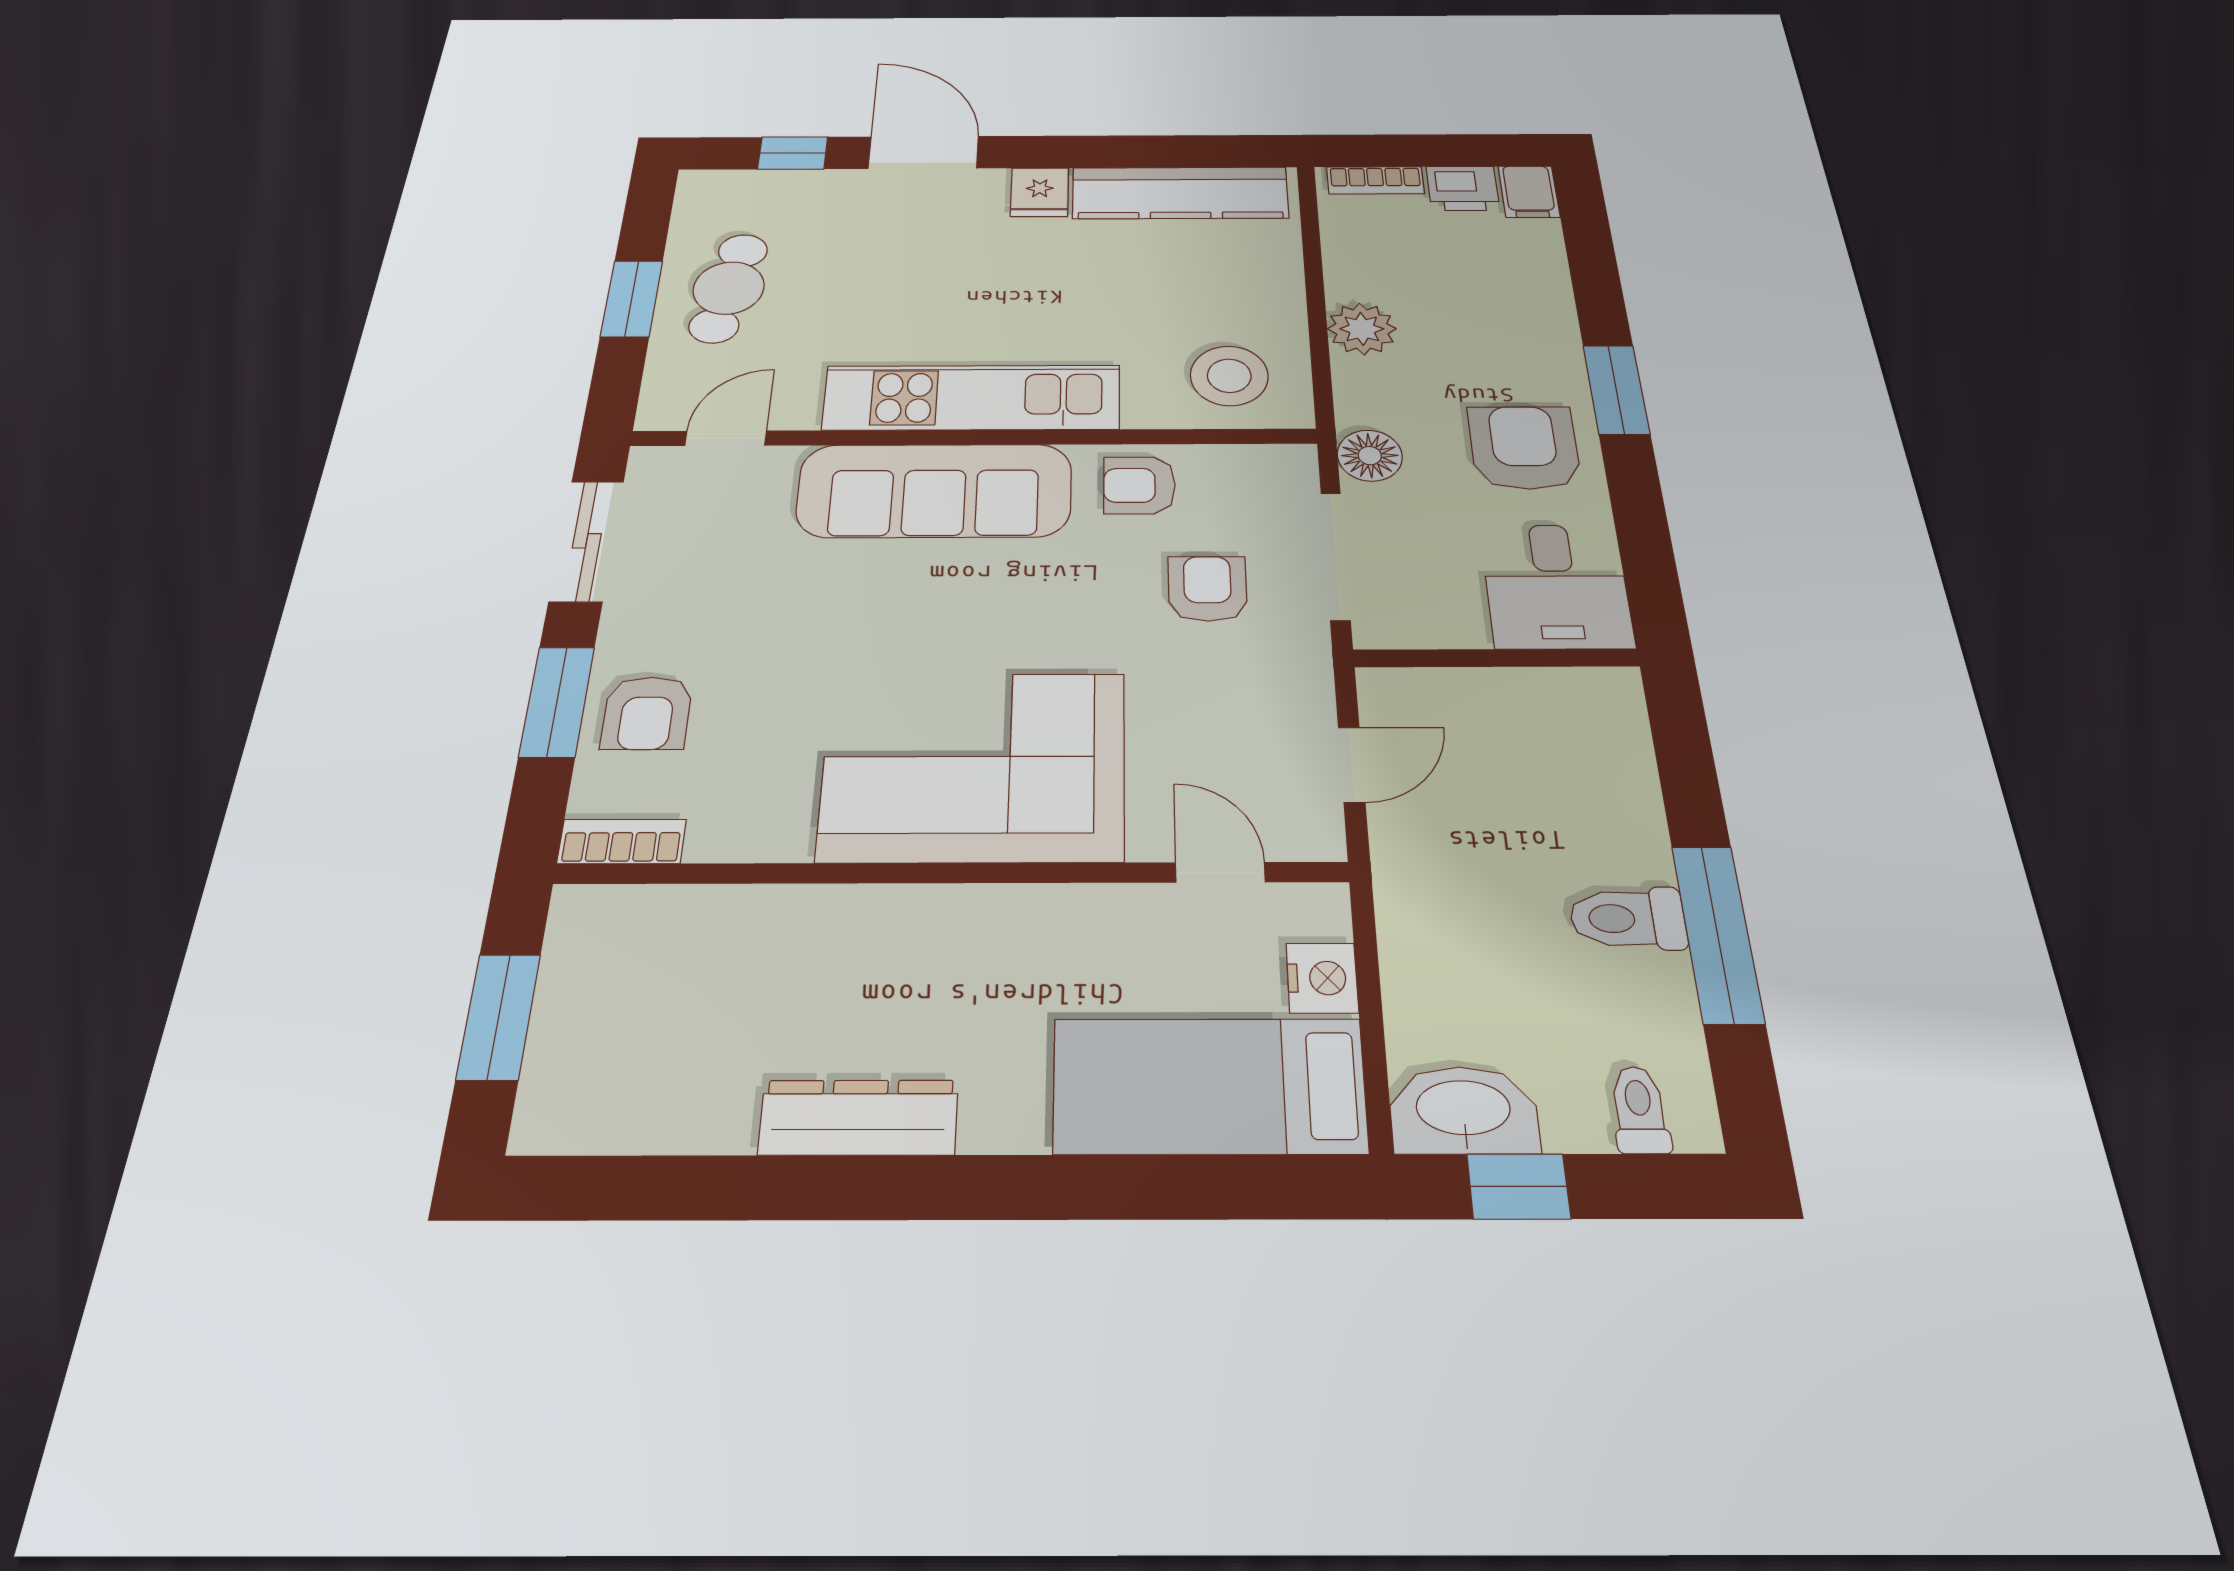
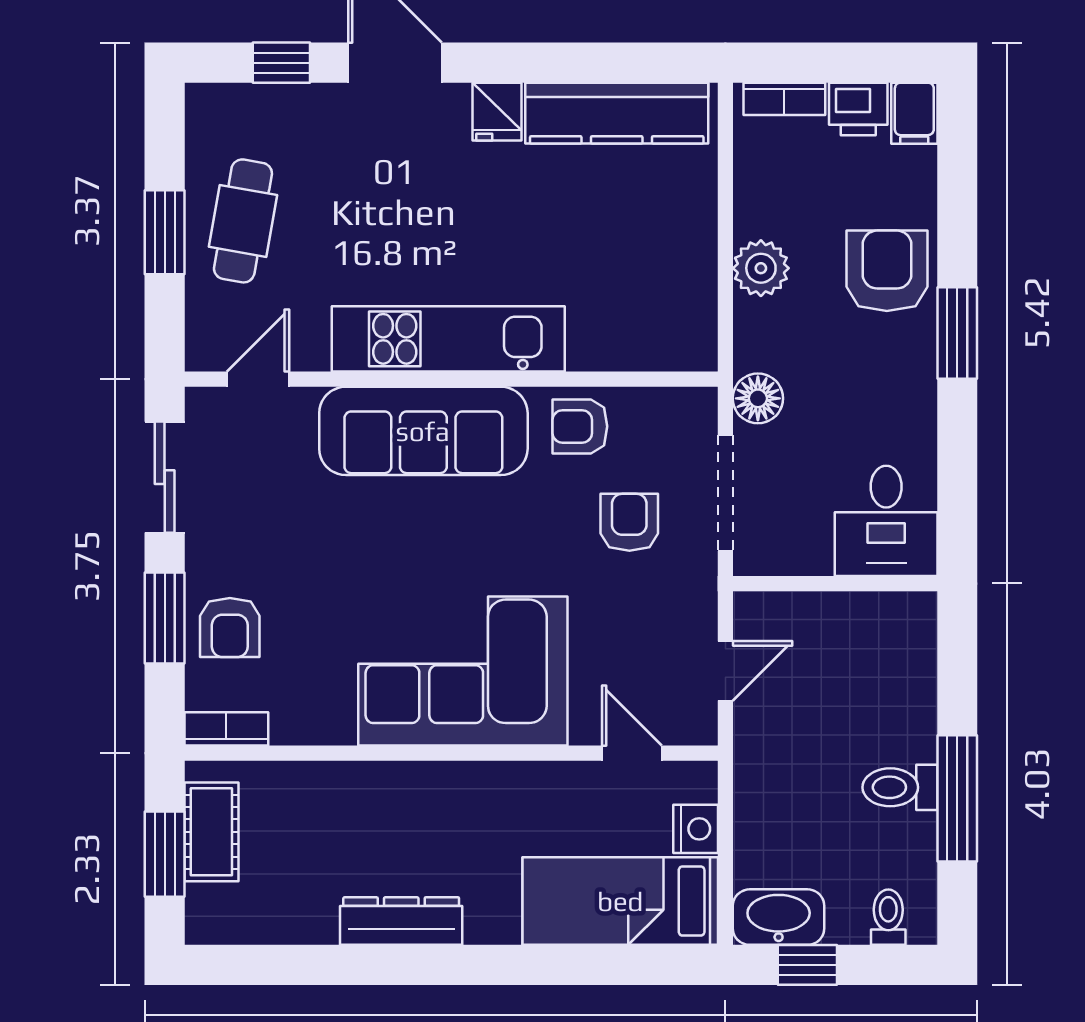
stool: (1229, 376) -> (652, 317), removed
armchair: (1524, 448) -> (887, 271), moved
cot: (577, 984) -> (211, 832), added

